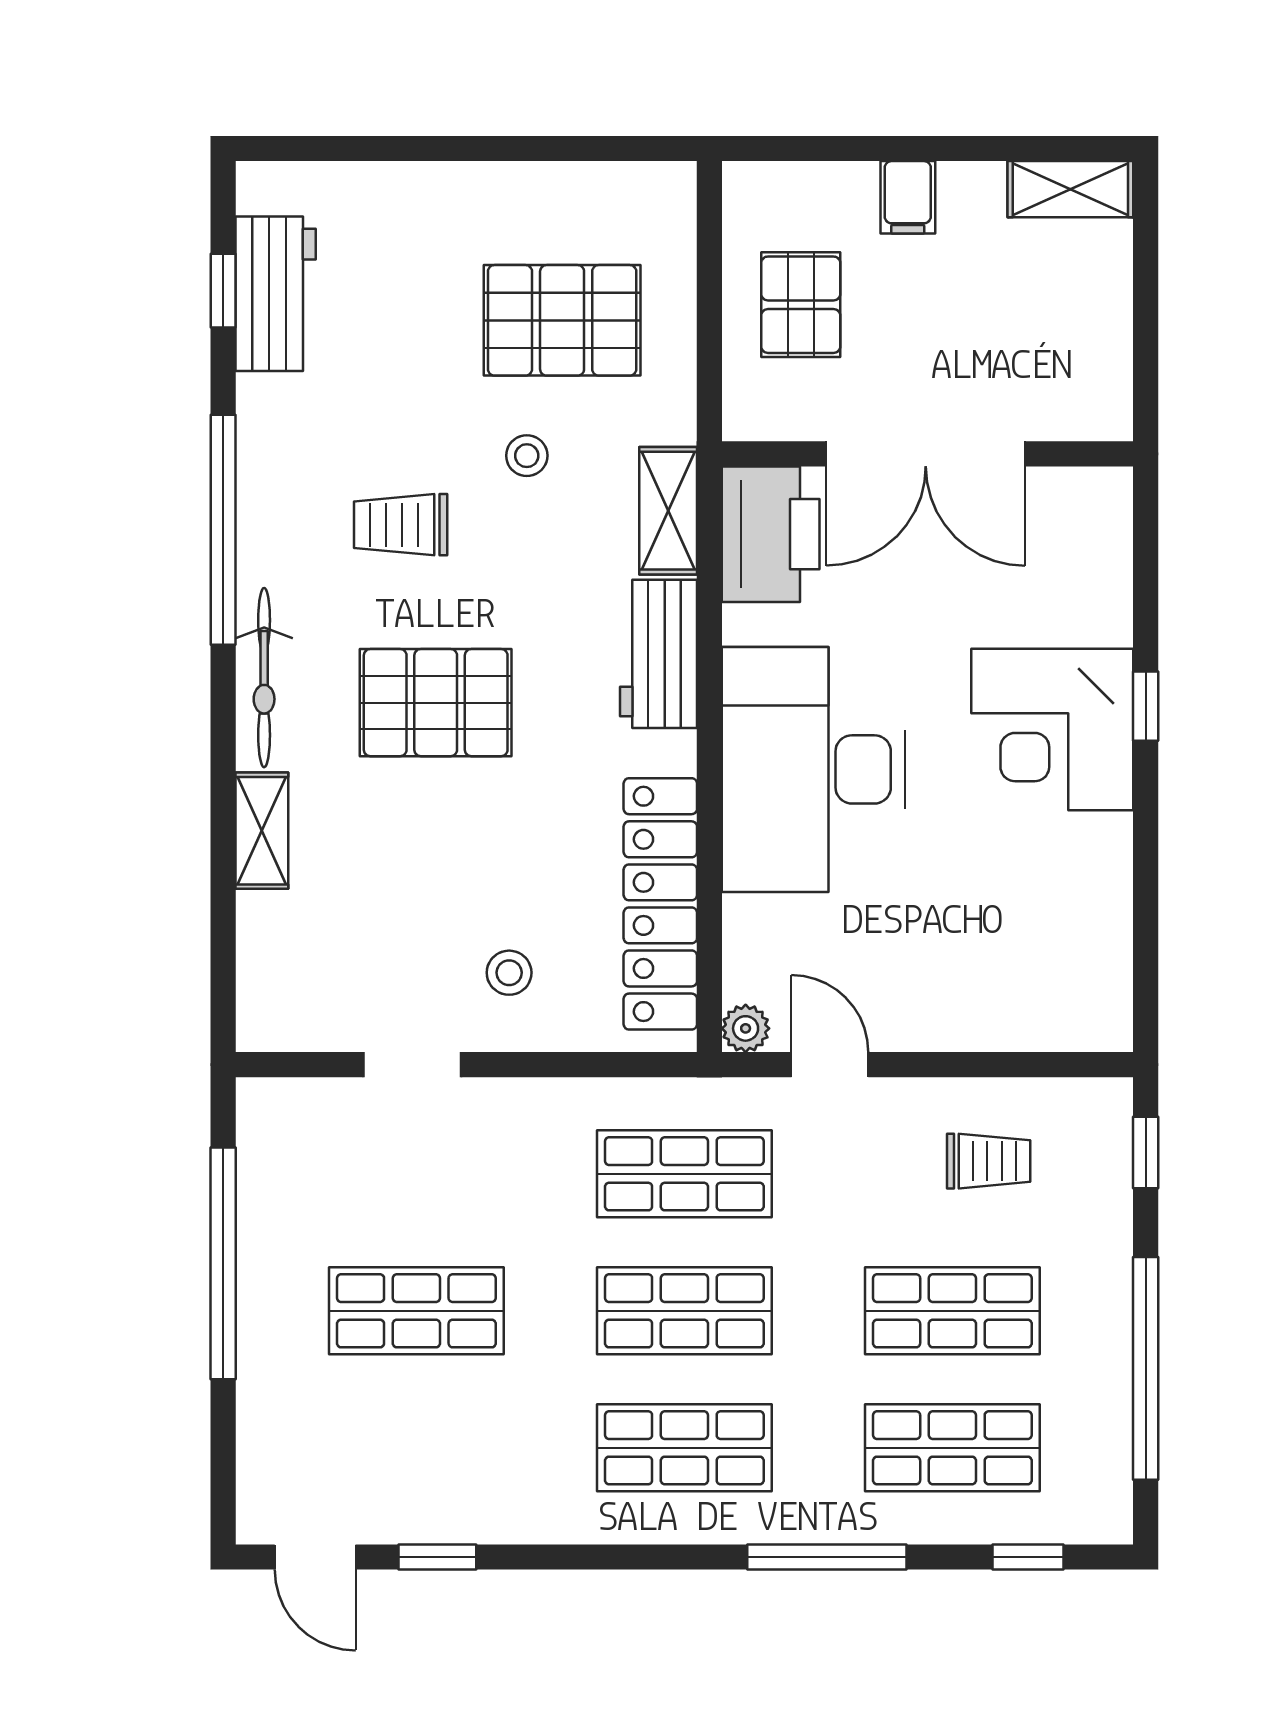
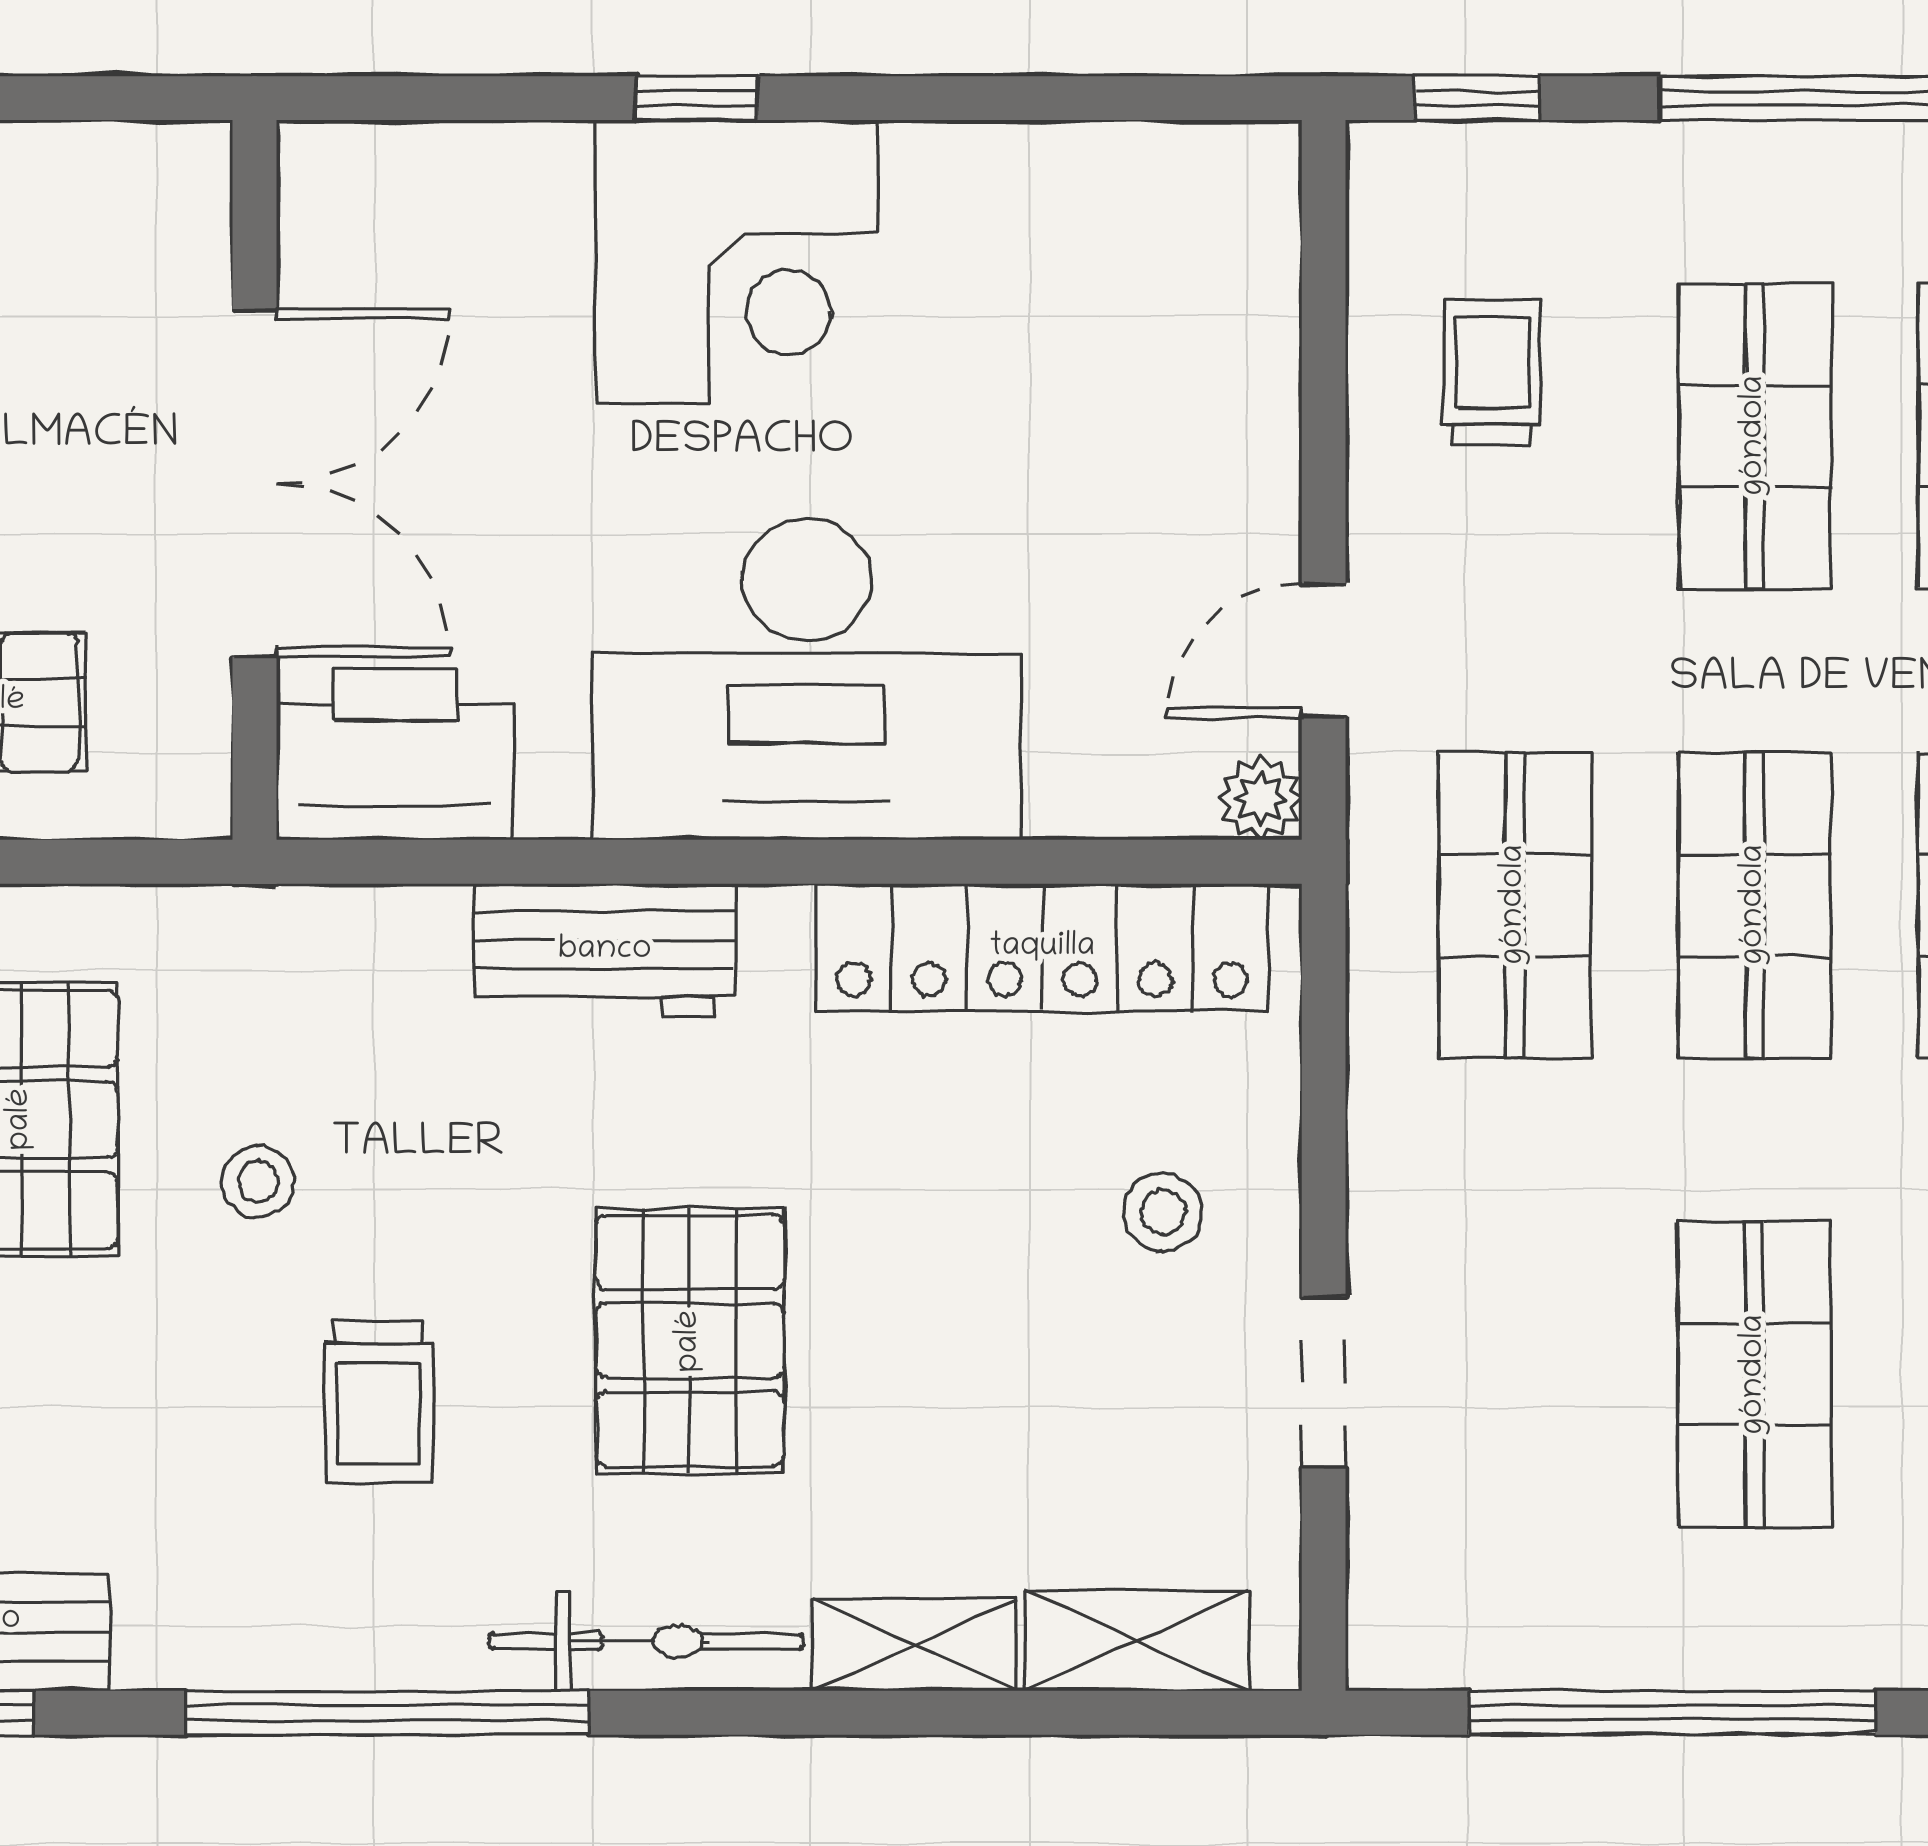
shelving: (668, 511) -> (1137, 1641), moved

